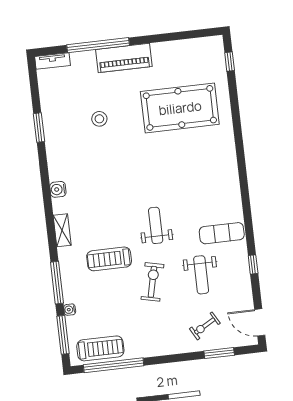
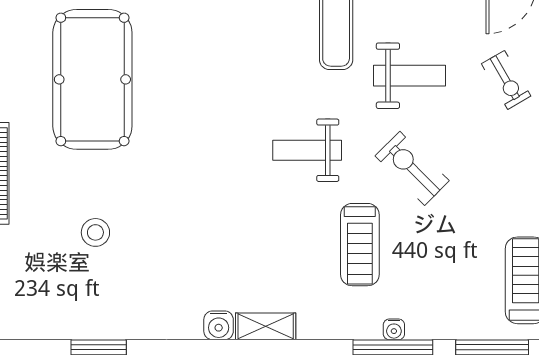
shelving: (62, 230) -> (266, 326), moved
exercise bike: (152, 282) -> (412, 168), turned 32
water cooler: (70, 310) -> (394, 329), moved

